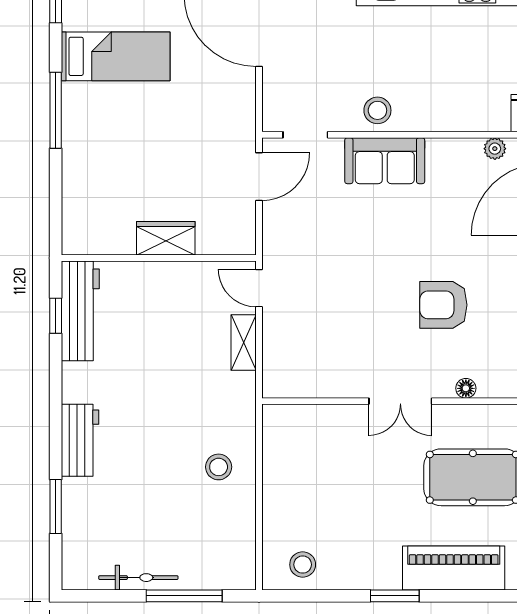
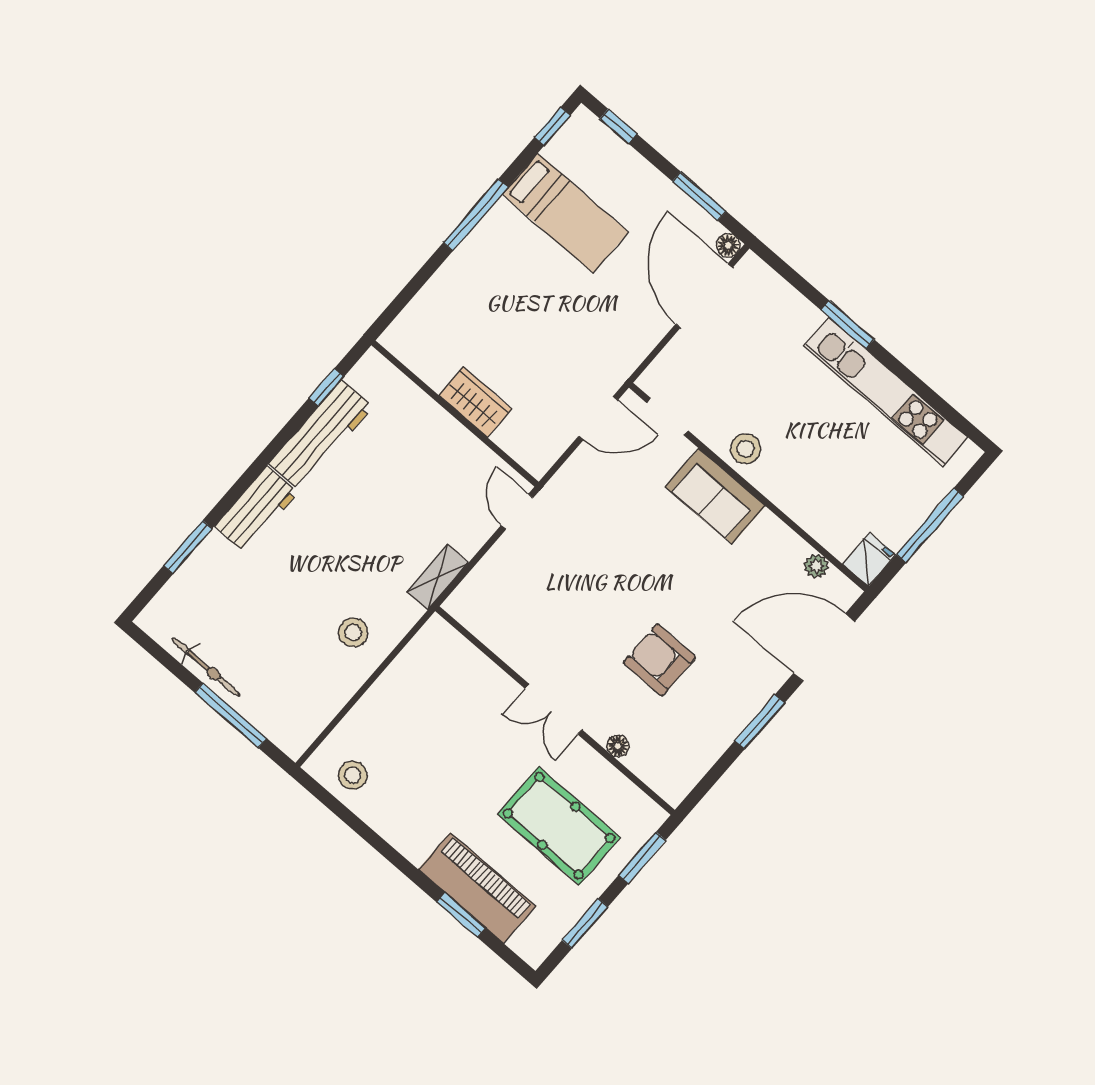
workbench: (80, 311) -> (321, 435), moved
shelving: (244, 343) -> (438, 577), moved
window: (395, 596) -> (461, 915), moved

